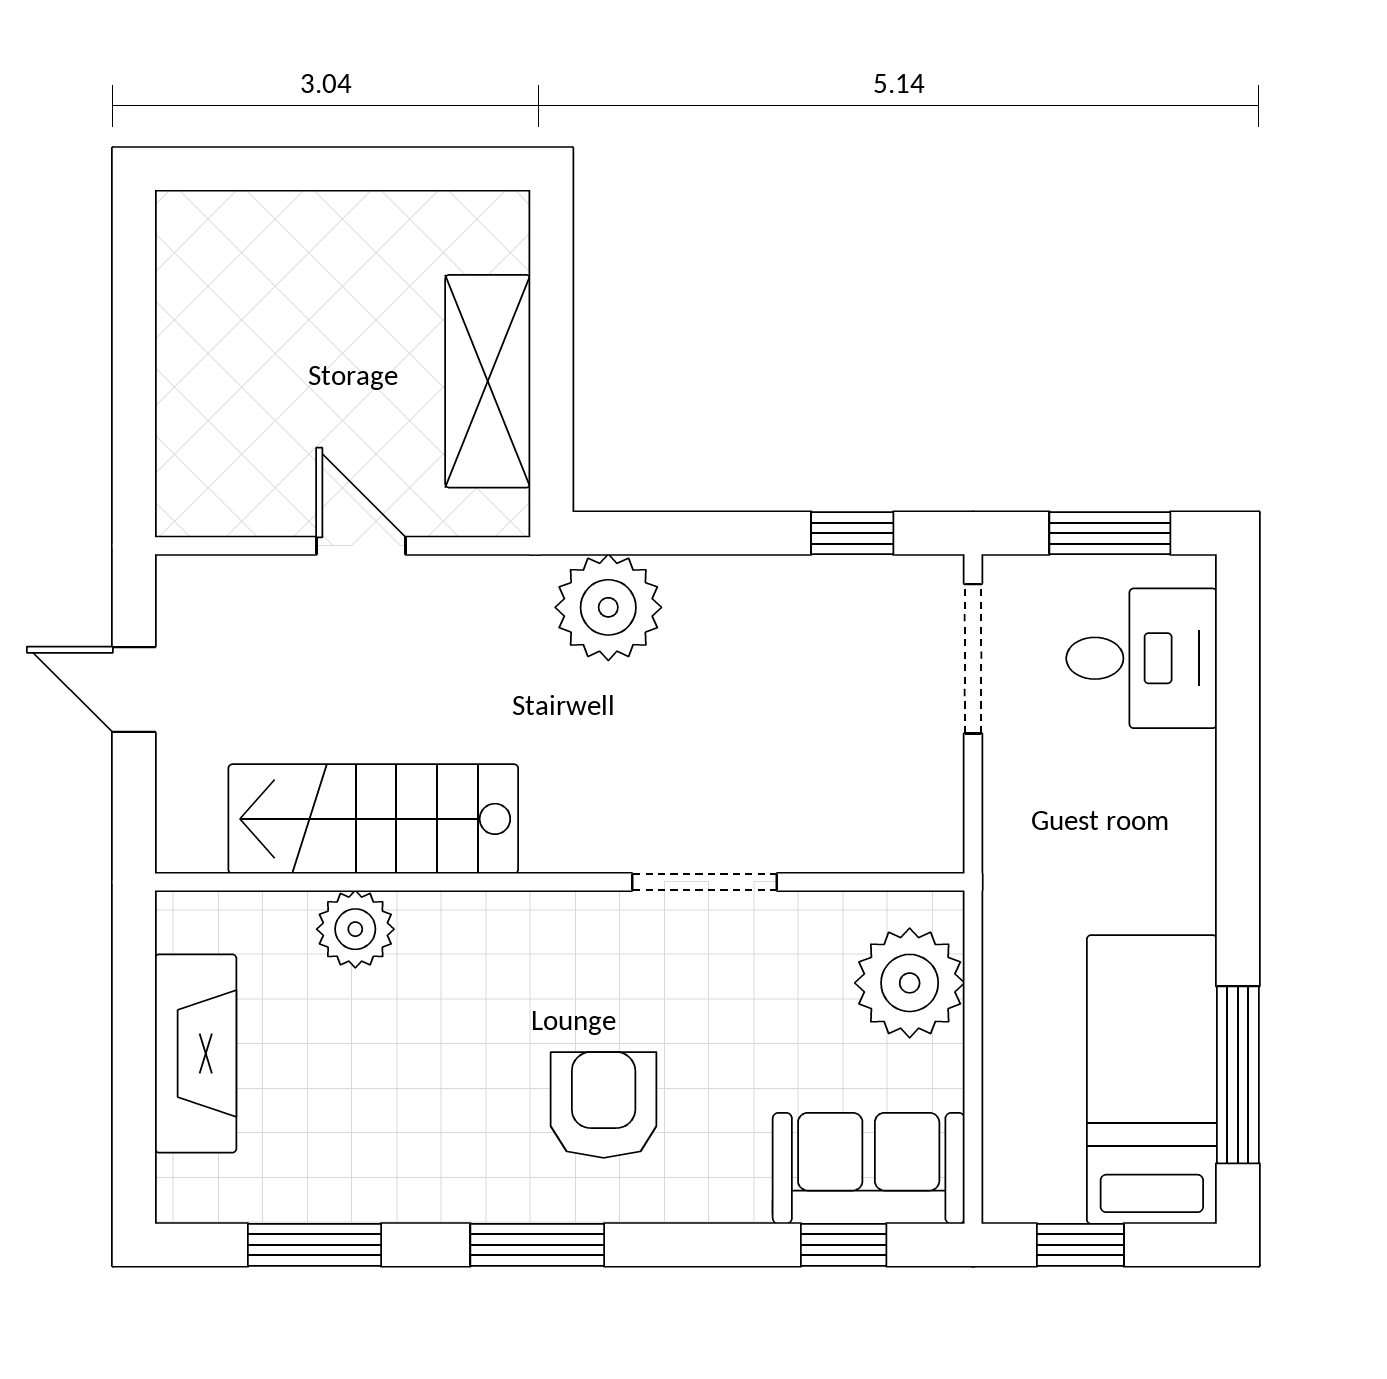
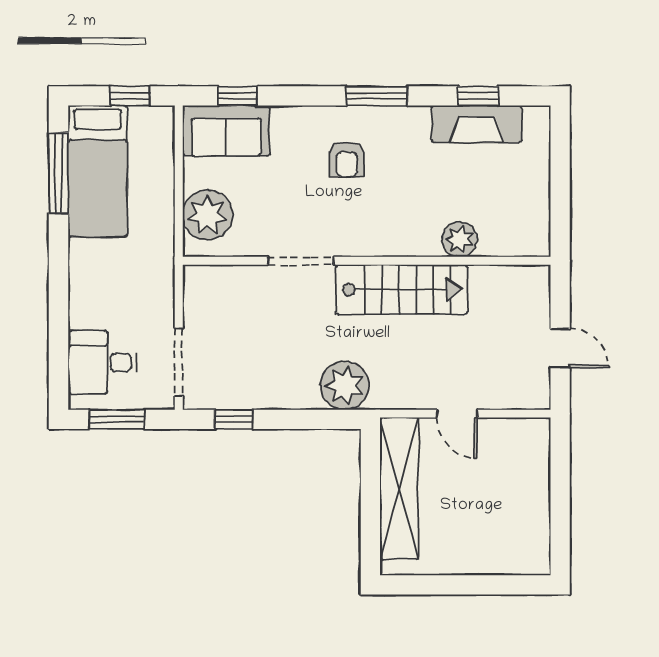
shelving: (488, 381) -> (399, 488), width x1.47
stairs: (373, 819) -> (402, 289), moved
fireplace: (196, 1054) -> (477, 124), moved, turned -90
armchair: (604, 1105) -> (347, 160), width x0.72, depth x0.72
window: (314, 1245) -> (478, 96), width x0.67

